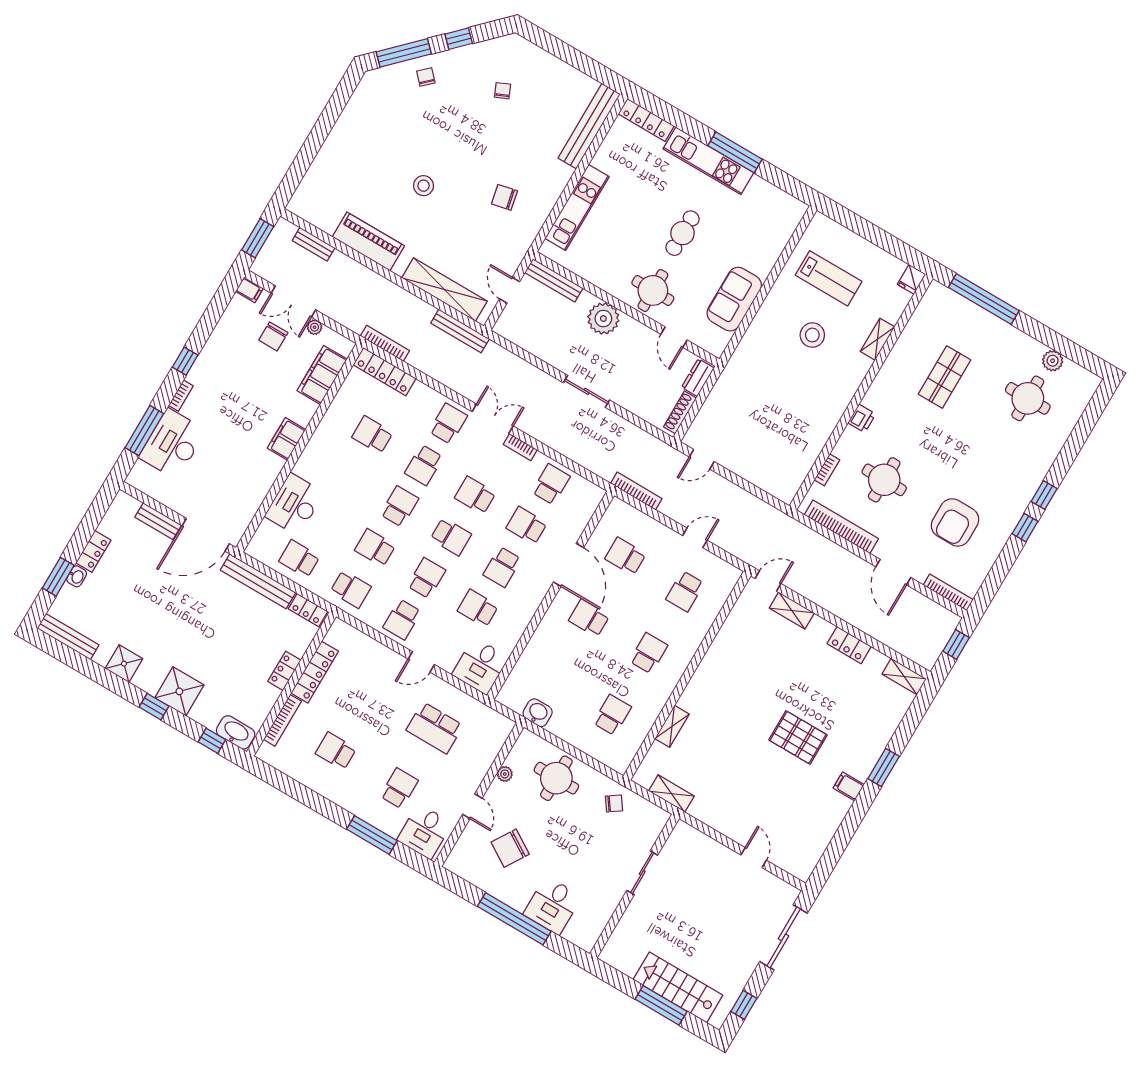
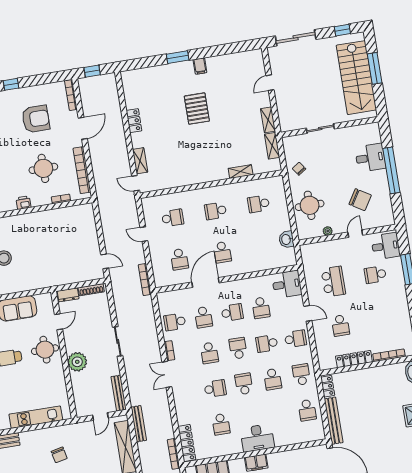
bench: (554, 280) -> (119, 393), moved
school desk: (448, 424) -> (186, 393), removed
desk: (294, 504) -> (257, 438), moved
school desk: (399, 506) -> (244, 384), turned 90
locker: (284, 671) -> (365, 374), removed
shelving: (904, 677) -> (268, 120), moved
school desk: (336, 751) -> (340, 325), moved
stairs: (678, 987) -> (356, 78), width x1.36, depth x1.51

